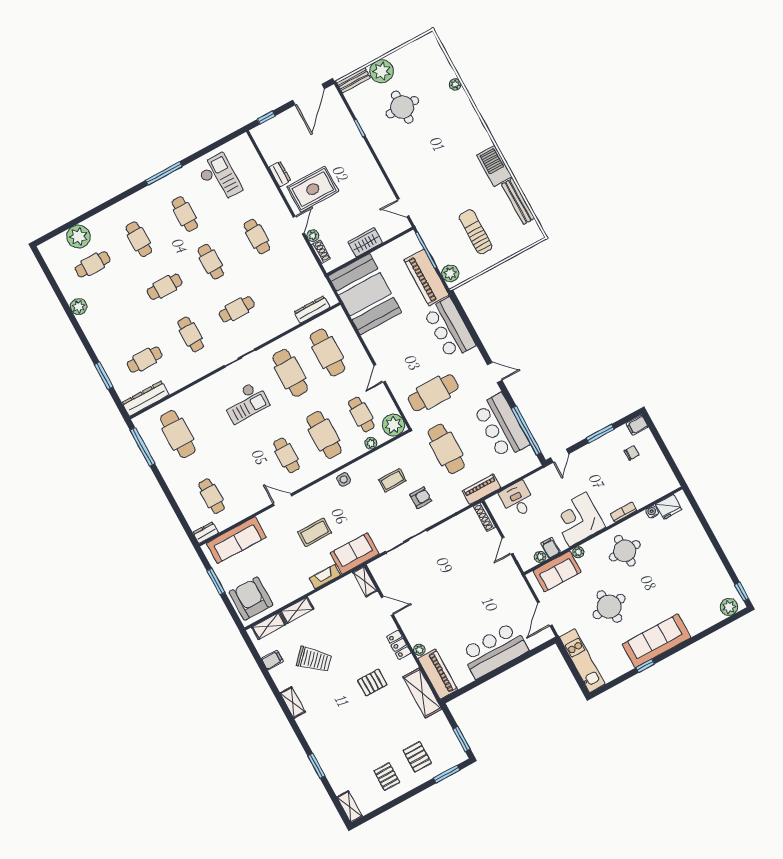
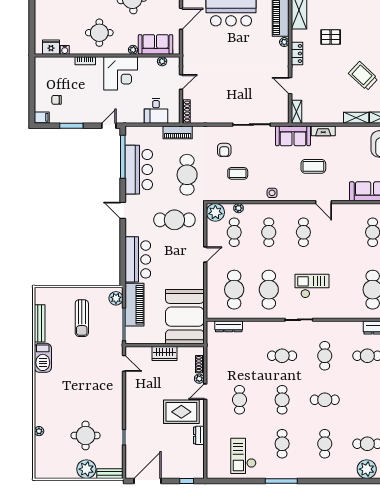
cafe table: (324, 435) -> (269, 232), width x0.73, depth x0.74
armchair: (421, 498) -> (224, 150), turned -90
filing cabinet: (550, 548) -> (151, 64), removed

